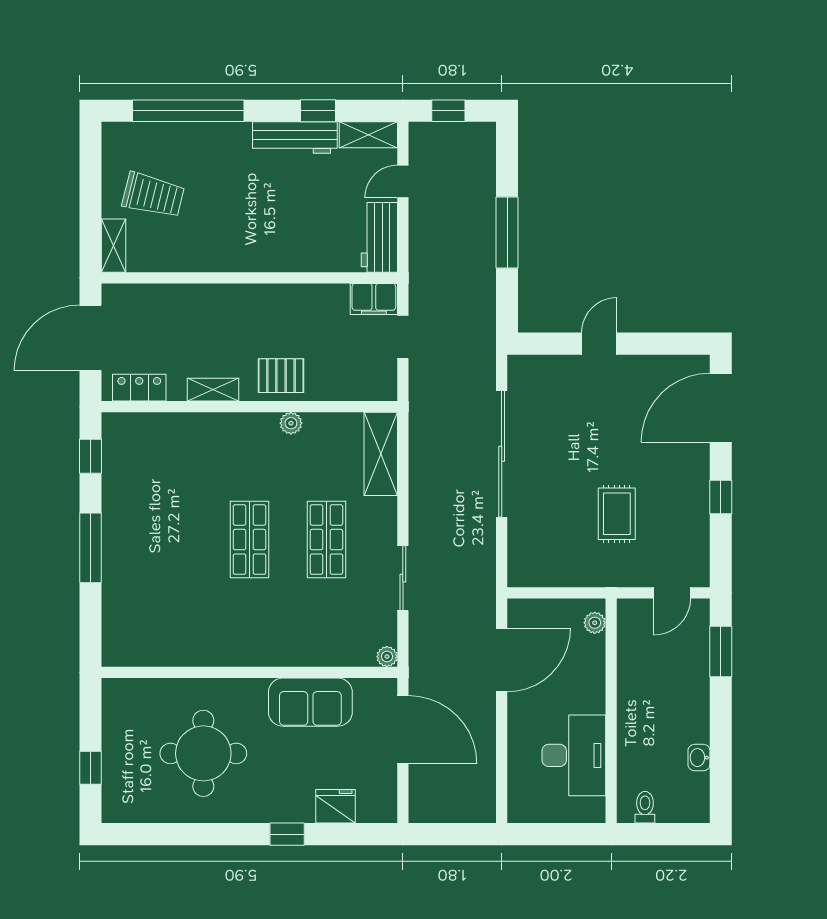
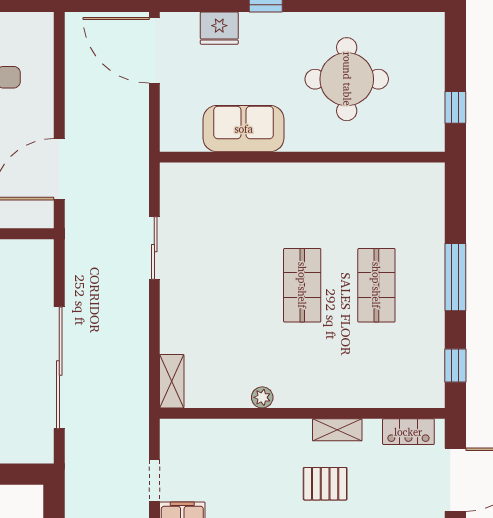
pallet: (281, 376) -> (325, 484), moved
shelving: (381, 454) -> (172, 381), width x0.67, depth x0.75
shop shelf: (326, 540) -> (376, 285), moved
plant: (387, 657) -> (170, 173), removed
door: (403, 730) -> (154, 50), moved
window: (91, 768) -> (455, 107), moved

